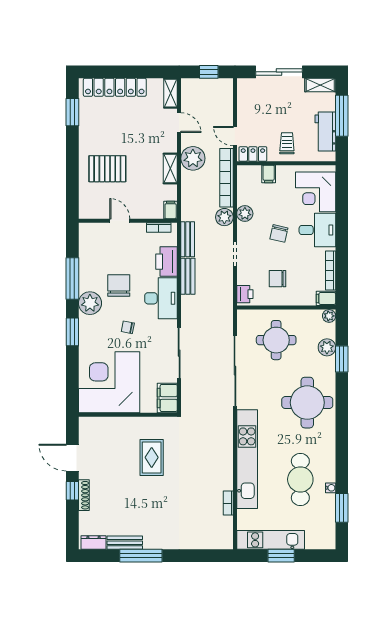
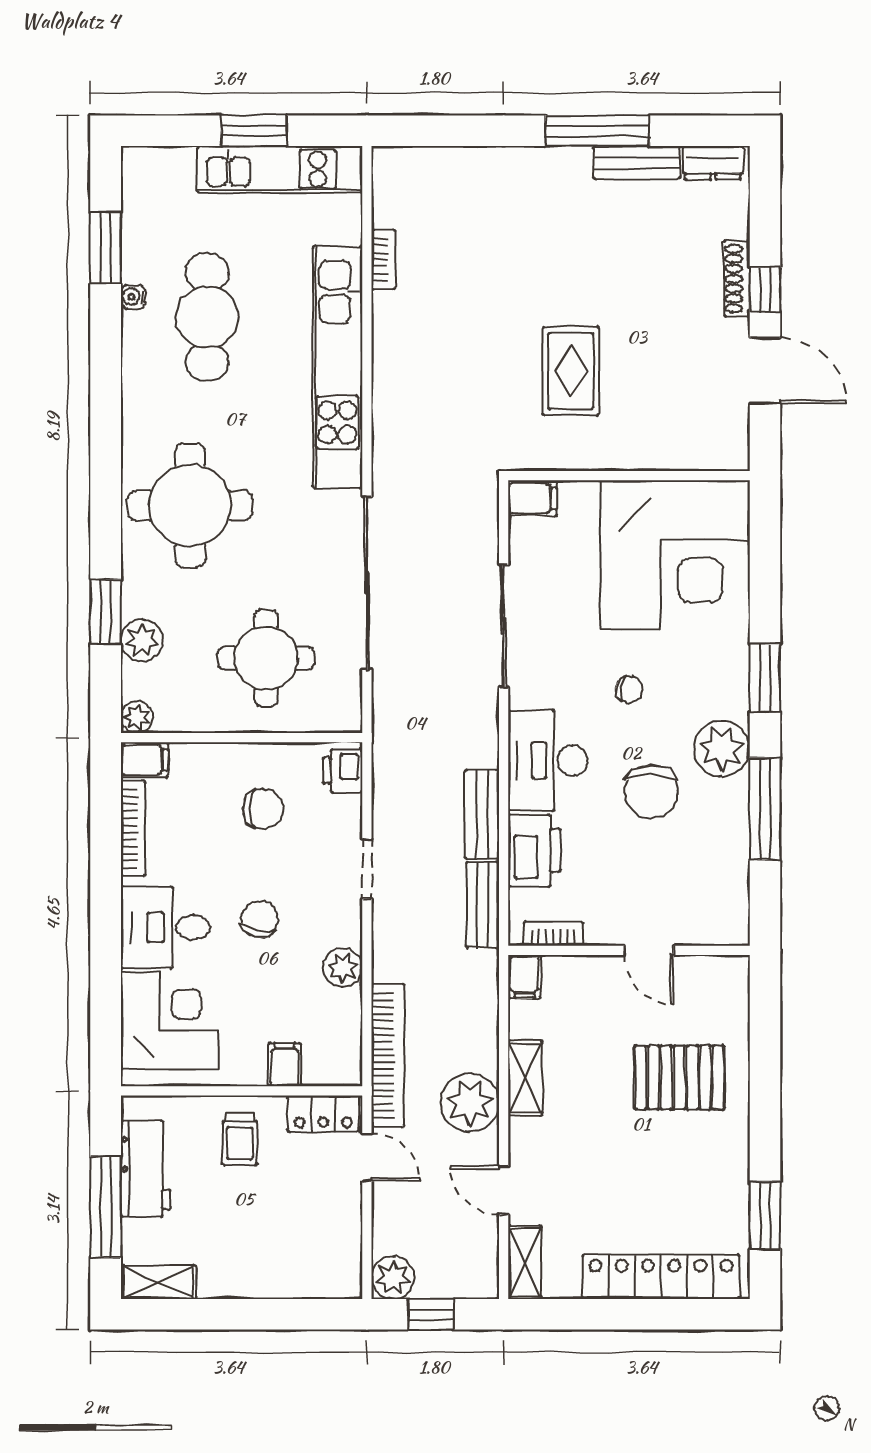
sliding door: (279, 72) -> (259, 1314), removed
plant: (224, 217) -> (393, 1278), moved
filing cabinet: (167, 398) -> (532, 498), width x0.50

